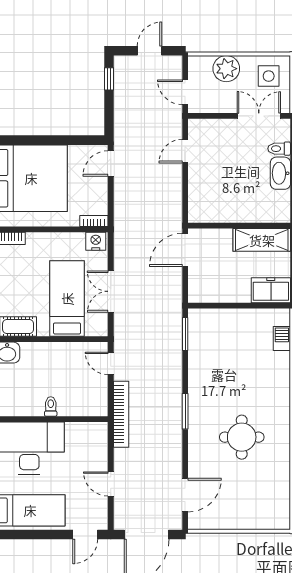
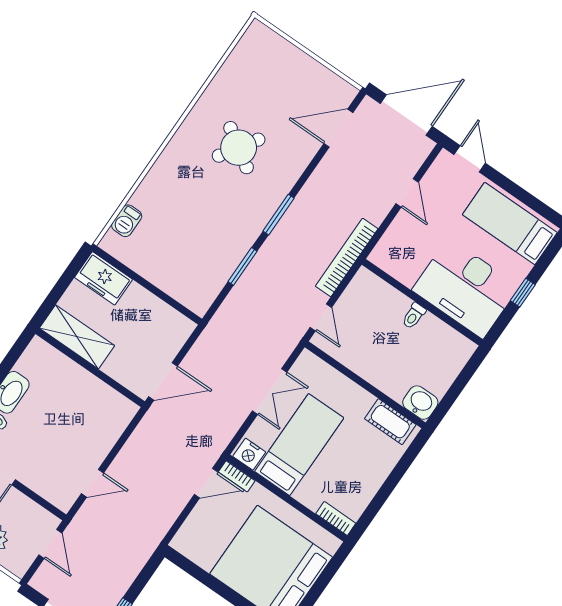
door: (111, 163) -> (206, 483), moved
bed: (67, 299) -> (299, 445), moved, turned 180
window: (185, 334) -> (243, 266), moved
round table: (242, 437) -> (239, 148), turned 33
door: (85, 535) -> (470, 159), hinge flipped

